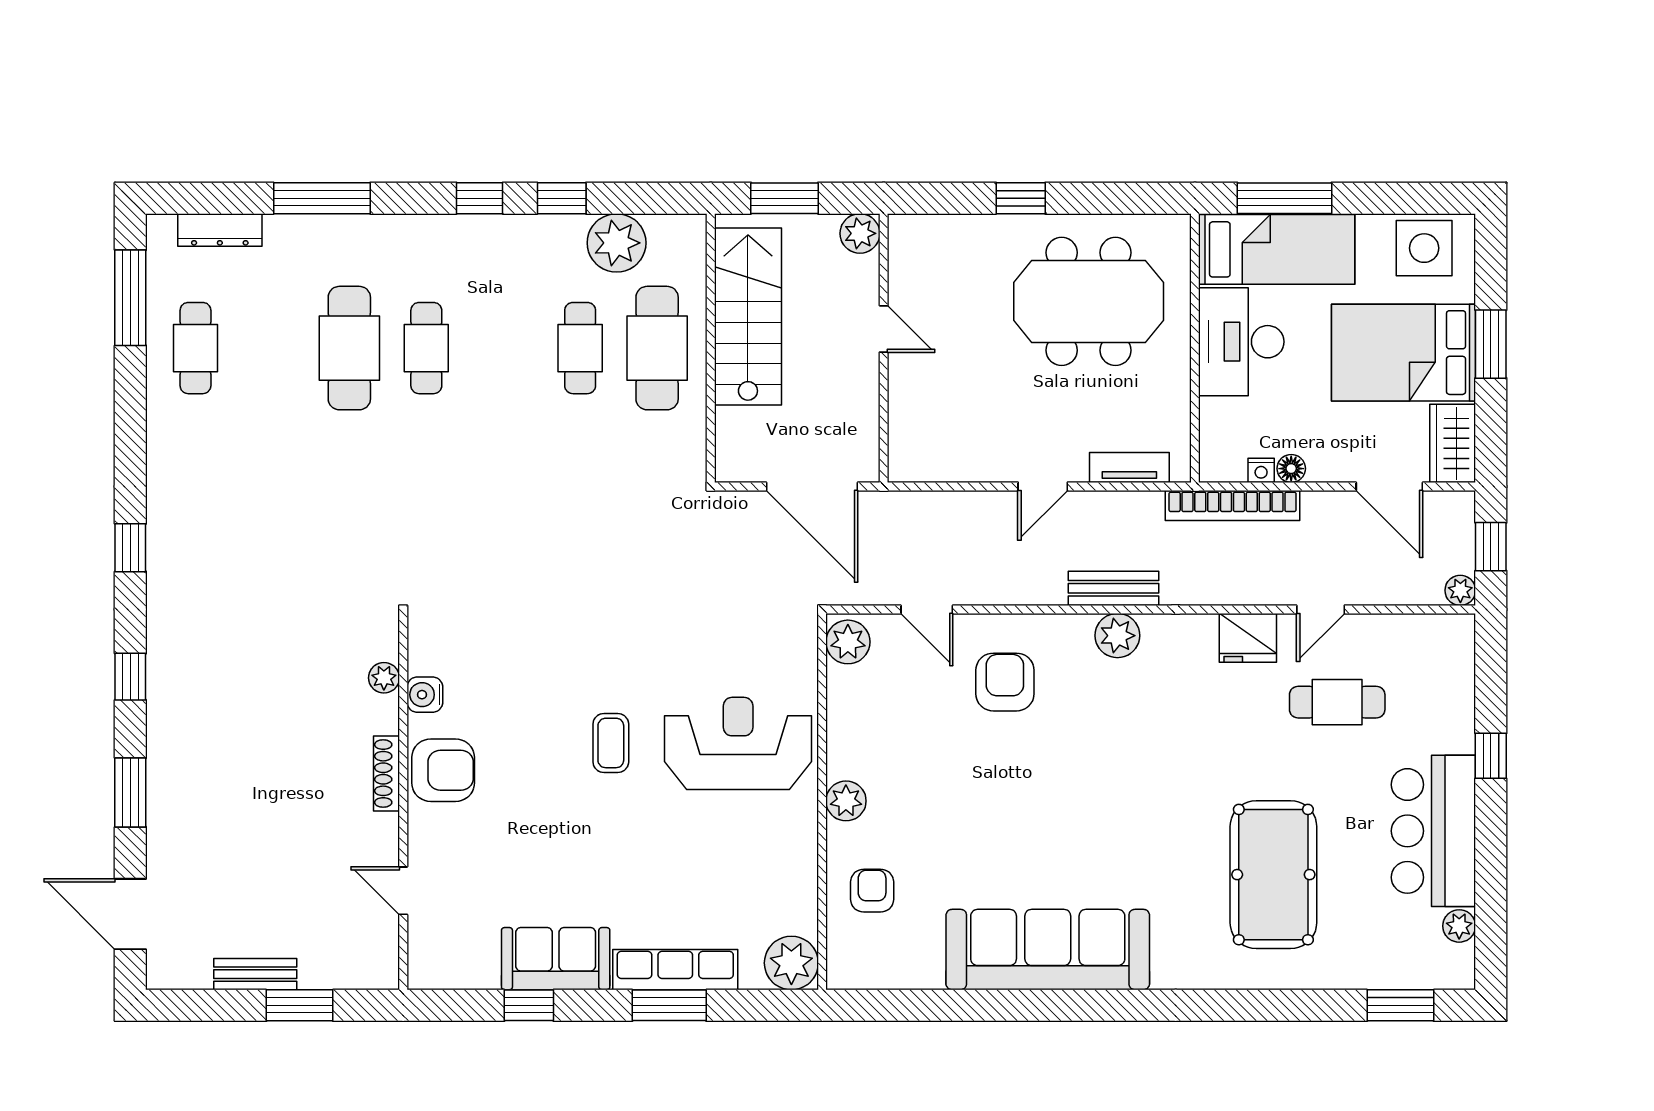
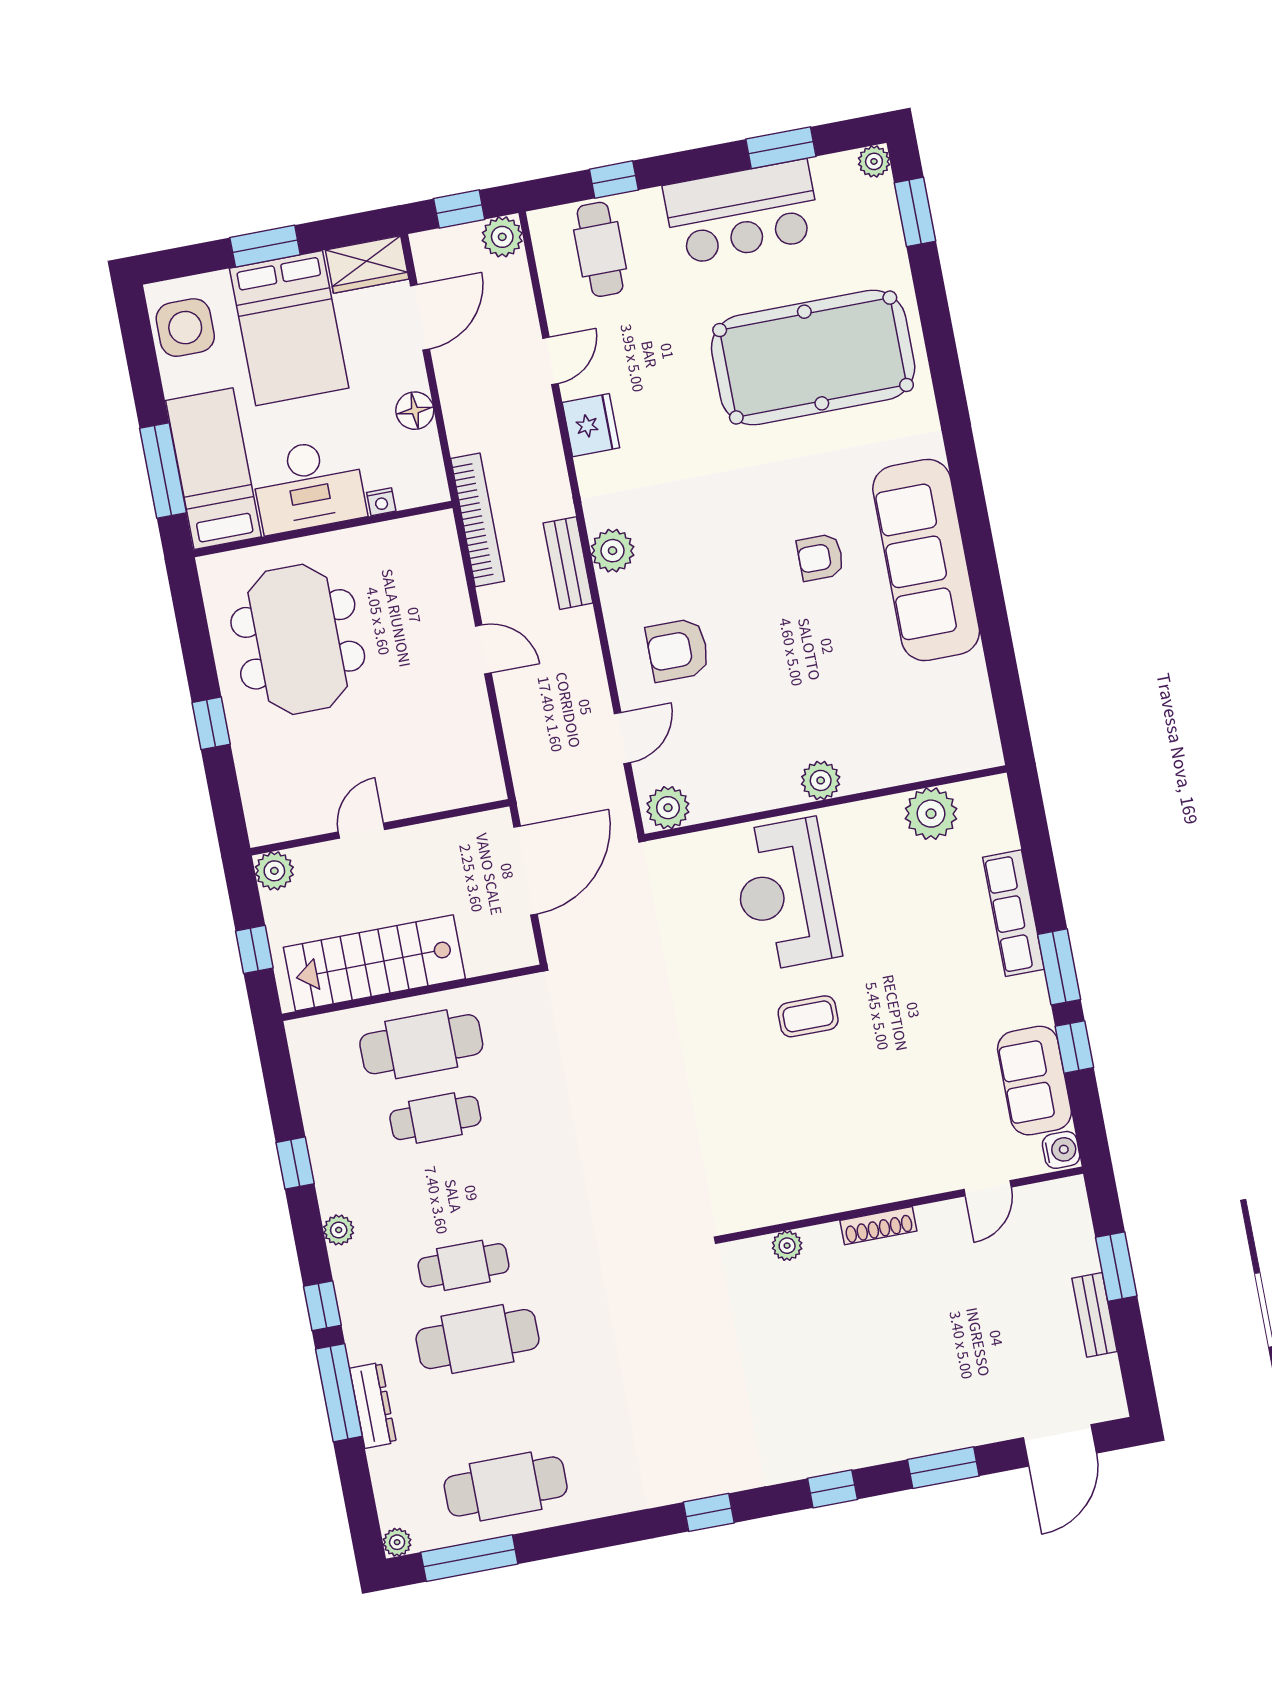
window: (480, 198) -> (322, 1306), moved
window: (785, 198) -> (254, 949), width x0.67
plant: (160, 228) -> (397, 1542), added
dresser: (220, 230) -> (373, 1405), moved
plant: (617, 243) -> (339, 1230), moved, width x0.53, depth x0.53
cafe table: (195, 348) -> (506, 1486), width x1.37, depth x1.35
tv unit: (1129, 467) -> (449, 570), removed
floor lamp: (1291, 469) -> (415, 411), width x1.37, depth x1.37
nightstand: (1261, 470) -> (381, 502), moved, turned 90
bookcase: (1233, 505) -> (478, 520), moved
plant: (1460, 590) -> (502, 237), width x1.38, depth x1.38
door: (1321, 609) -> (550, 361), hinge flipped
water cooler: (425, 695) -> (1061, 1150), moved, turned -90
cafe table: (1337, 702) -> (600, 249), moved
window: (1491, 756) -> (614, 180), moved
armchair: (443, 770) -> (865, 1172), removed
pool table: (1273, 875) -> (813, 358), width x1.36, depth x1.32
window: (1491, 882) -> (781, 148), added
armchair: (872, 891) -> (820, 557), moved
plant: (1459, 926) -> (874, 161), moved
sofa: (556, 959) -> (1034, 1081), moved
plant: (791, 963) -> (931, 814), moved
window: (669, 1005) -> (1059, 967), moved

